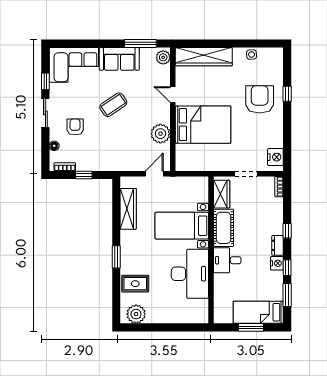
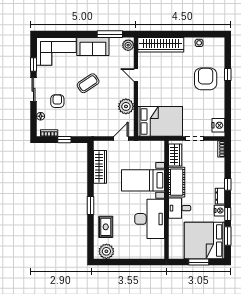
bed: (203, 125) -> (160, 121), moved
rug: (135, 284) -> (106, 227), turned 90
bed: (258, 312) -> (205, 240), width x2.04

